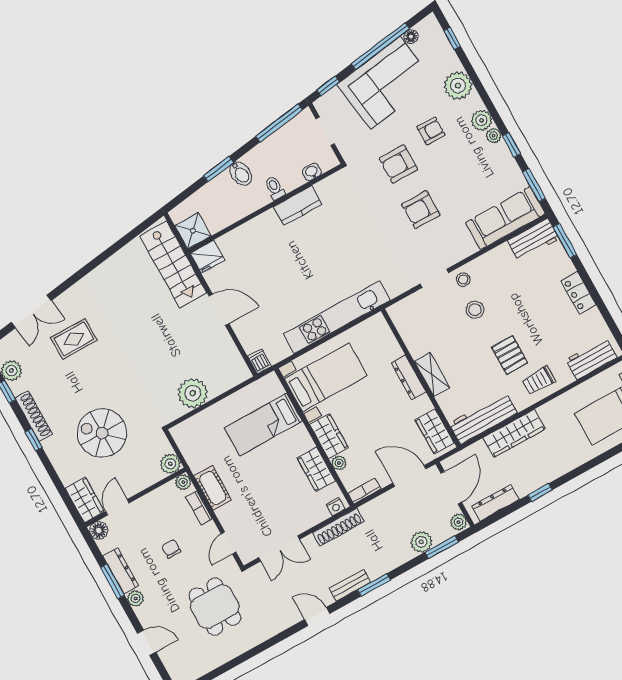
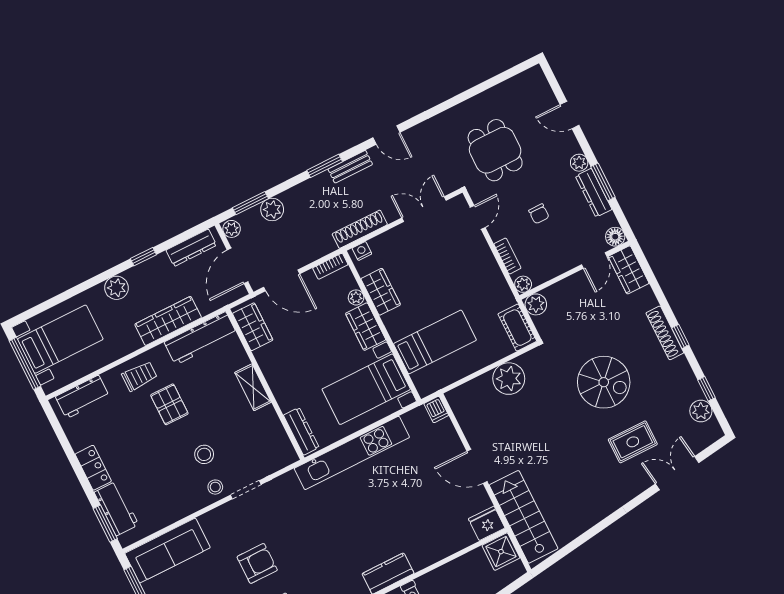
workbench: (533, 240) -> (116, 508), moved, turned 90
dresser: (408, 378) -> (301, 431), moved
shoe rack: (34, 416) -> (665, 333), moved
spiral stairs: (102, 433) -> (604, 382), moved
plant: (564, 462) -> (116, 288), added
cot: (213, 488) -> (517, 328), moved

